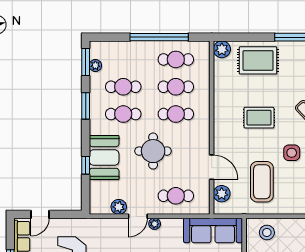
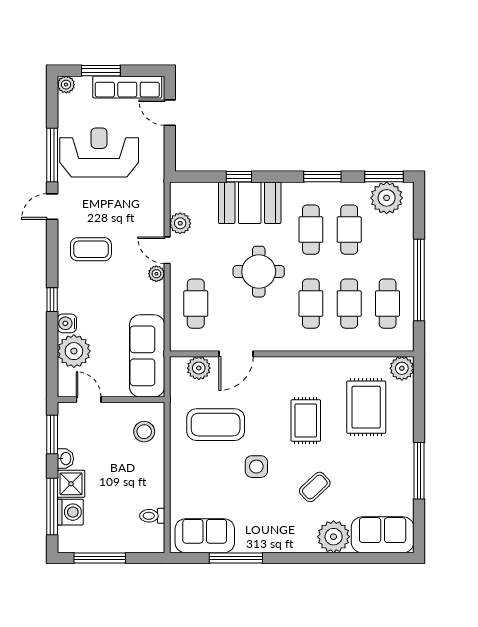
rug: (258, 60) -> (366, 407), moved
plant: (95, 65) -> (387, 198), width x1.87, depth x1.87

